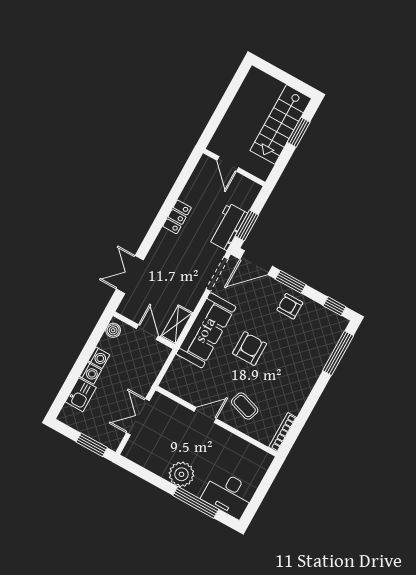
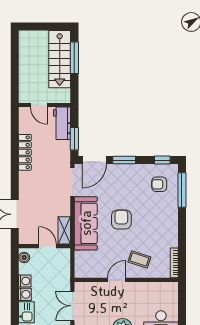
window: (299, 132) -> (74, 58), width x1.44
locker: (177, 217) -> (25, 152), width x1.53
workbench: (228, 227) -> (62, 123), moved
armchair: (290, 306) -> (159, 184), moved

